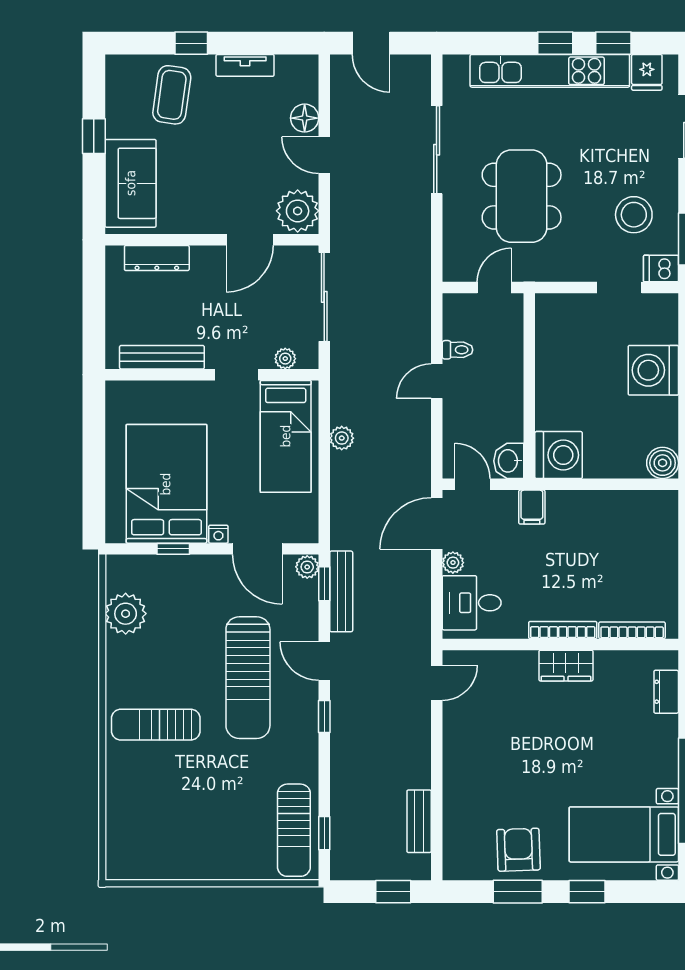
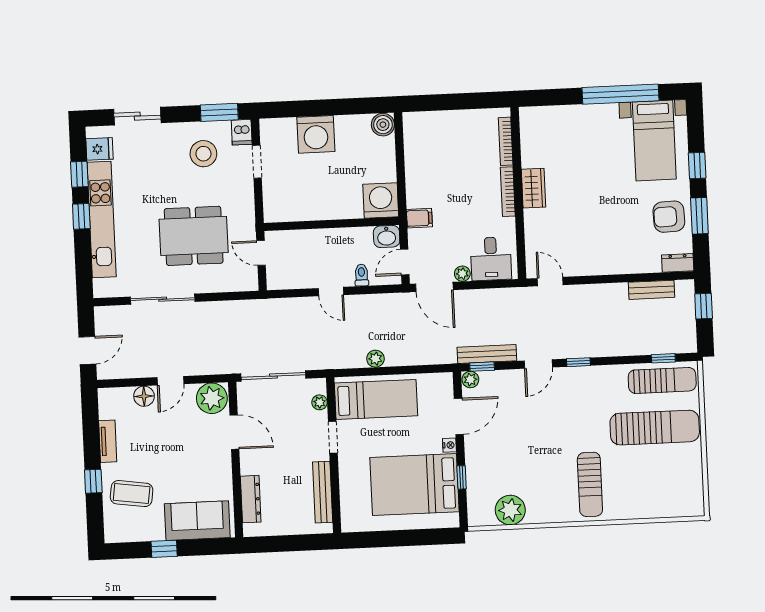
toilet: (457, 350) -> (362, 275), moved
sun lounger: (248, 678) -> (655, 428), moved
dresser: (666, 692) -> (678, 263), moved, turned 180

